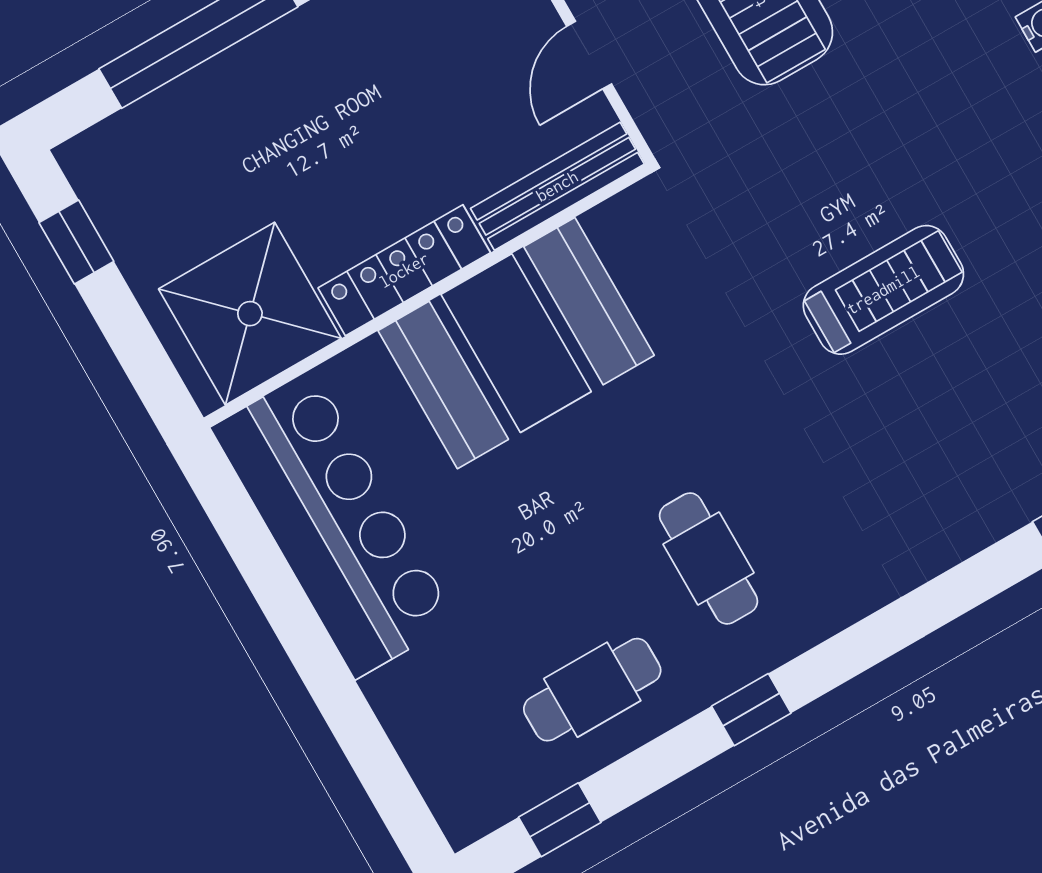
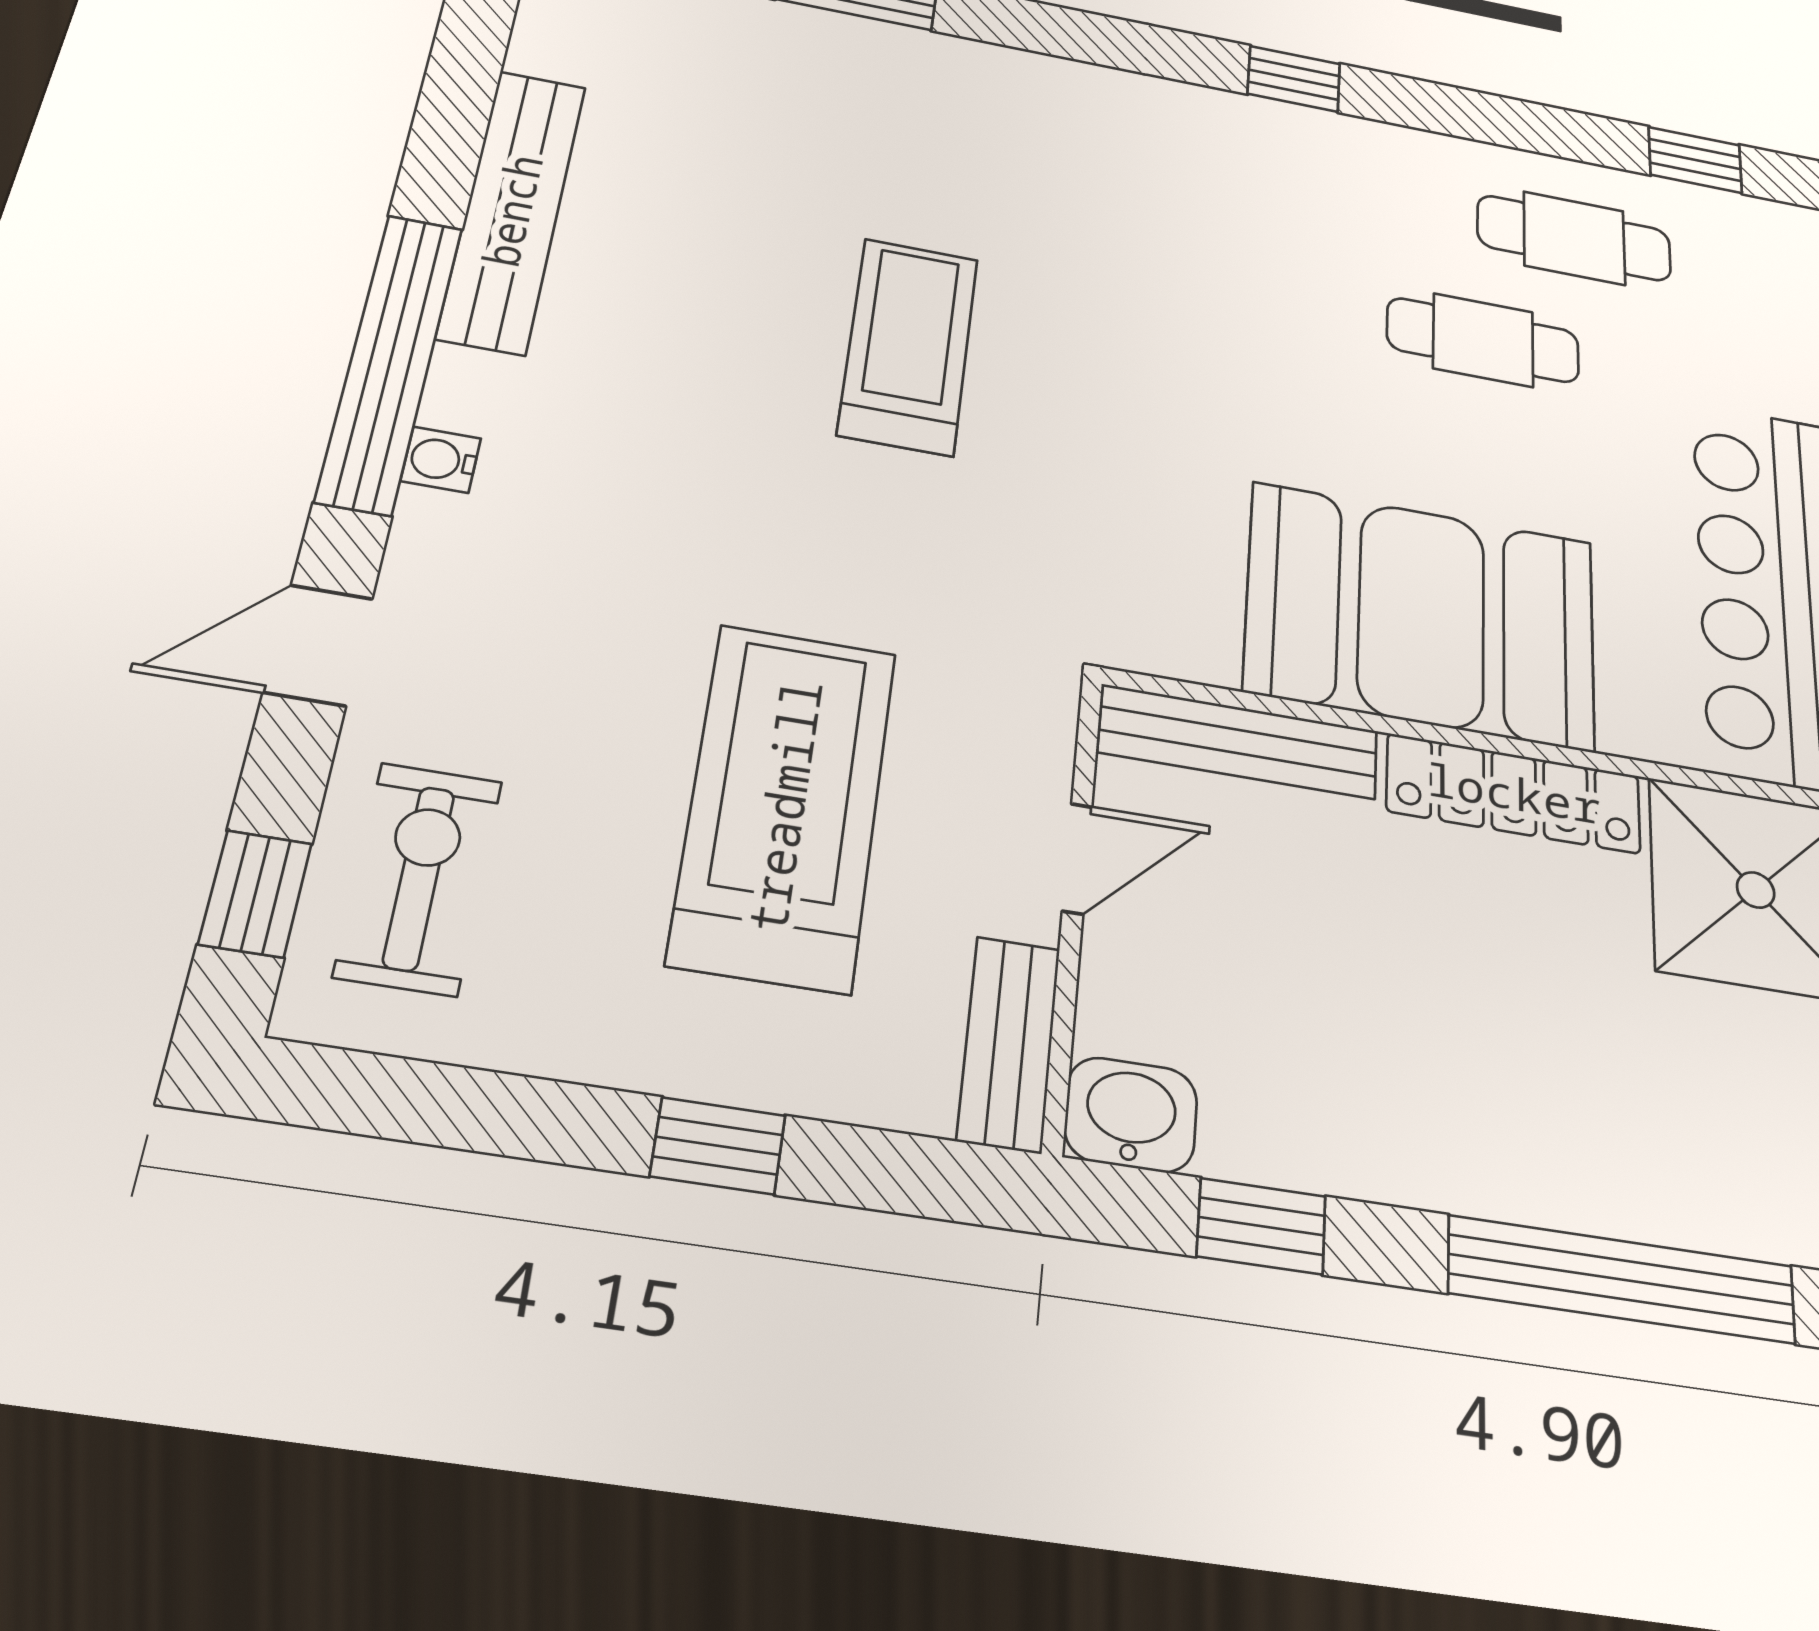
treadmill: (883, 290) -> (908, 346), turned 90
cafe table: (709, 558) -> (1483, 340), moved, turned 90
window: (751, 710) -> (1294, 79), moved

